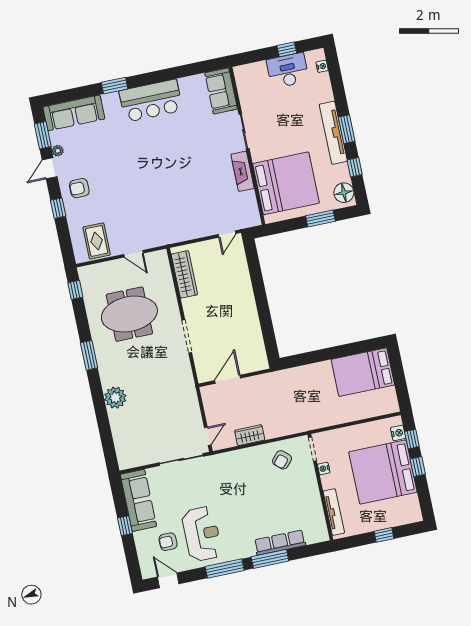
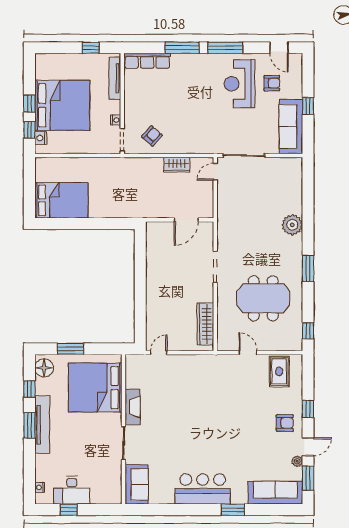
window: (384, 535) -> (91, 48), moved
row of seats: (280, 543) -> (147, 61), moved

